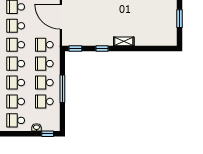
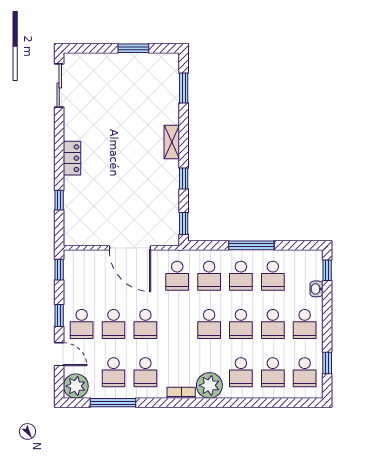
door: (61, 17) -> (130, 248), hinge flipped
school desk: (16, 45) -> (177, 324), removed
window: (156, 49) -> (184, 88), added

